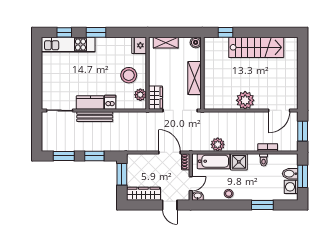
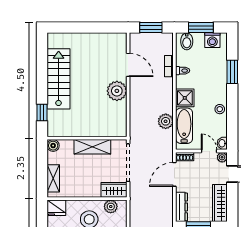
door: (279, 110) -> (128, 65), moved
dresser: (140, 159) -> (181, 207), added
bidet: (290, 174) -> (187, 41), moved
plant: (185, 196) -> (222, 157), added

